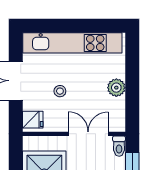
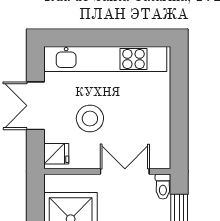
plant: (116, 88) -> (160, 114), removed
stool: (60, 91) -> (90, 119), width x1.89, depth x1.89

